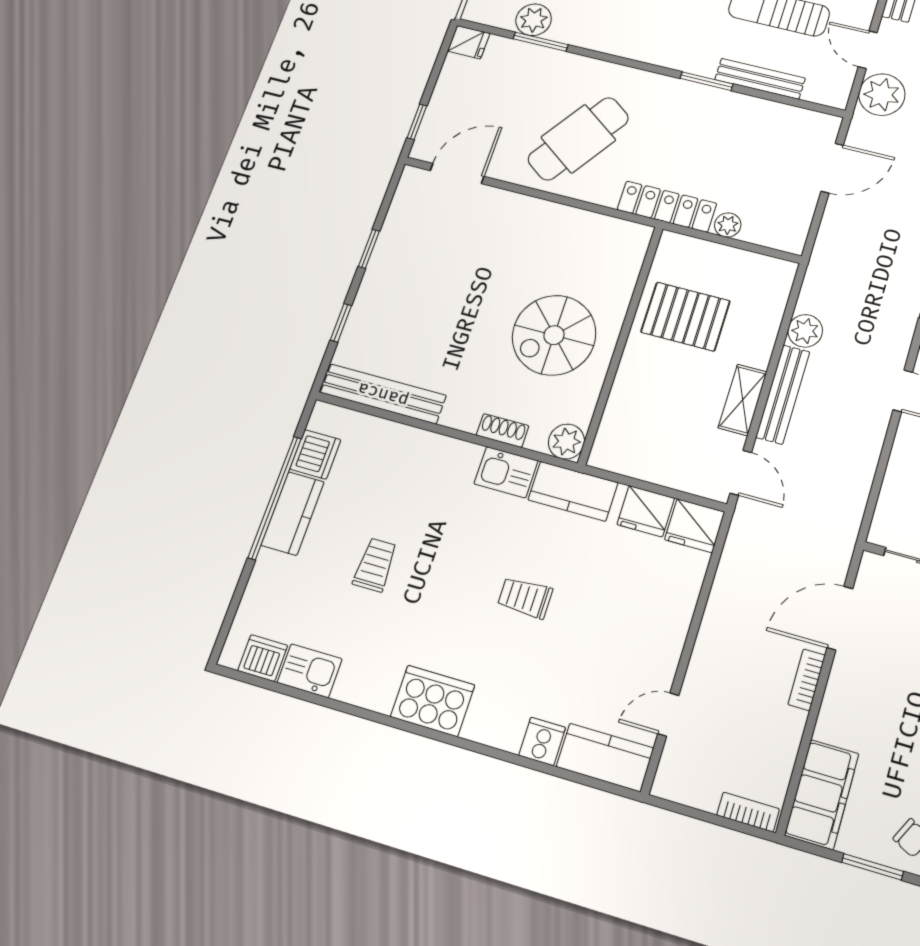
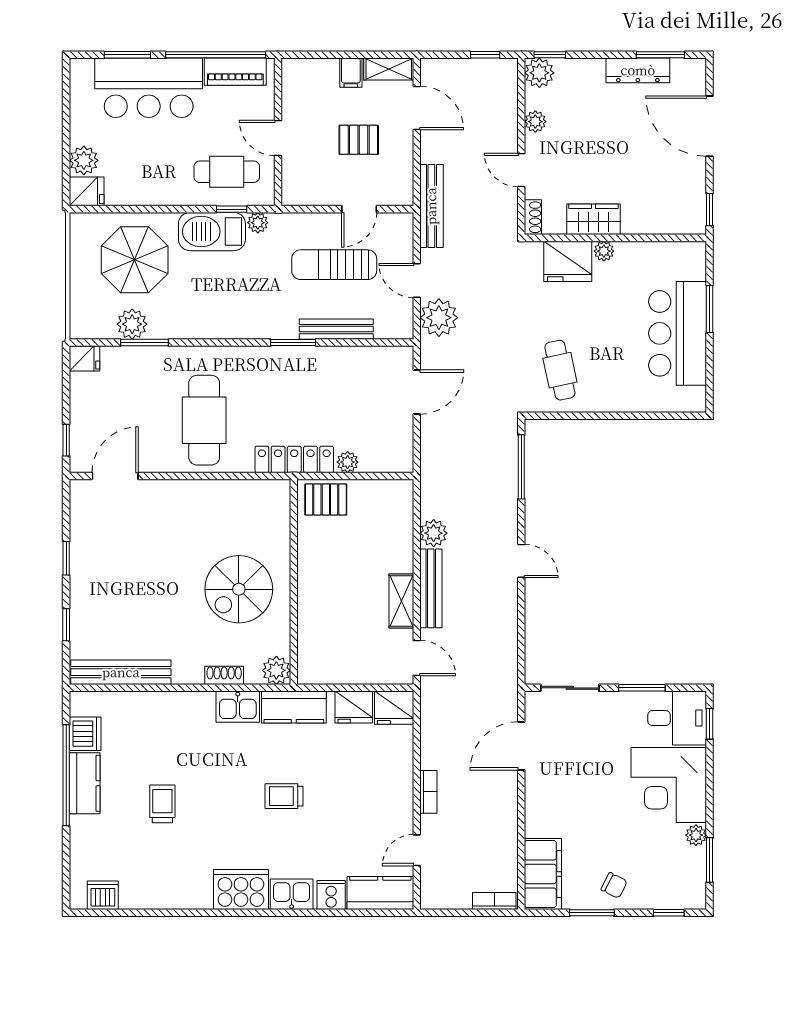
cafe table: (578, 139) -> (204, 420), turned -35
pallet: (685, 317) -> (326, 499), moved, width x0.67, depth x0.71
kitchen sink: (310, 671) -> (292, 894), moved
bookcase: (807, 680) -> (428, 792), moved, turned 180

